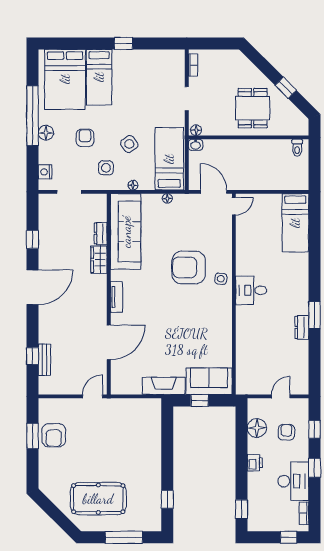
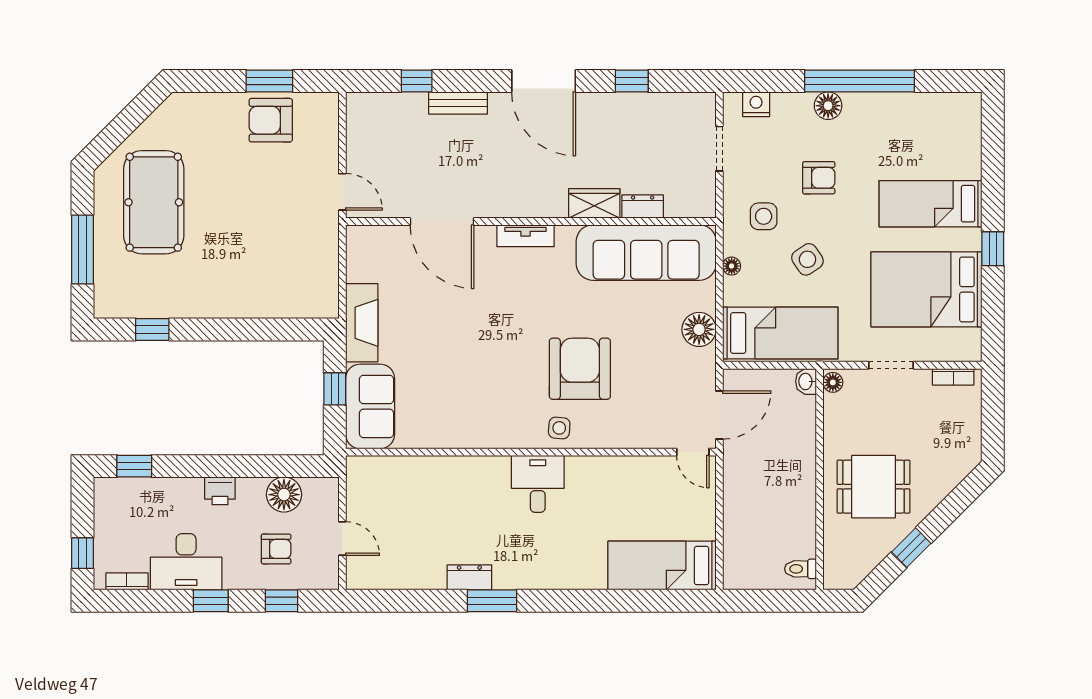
bed: (65, 79) -> (926, 289), moved
floor lamp: (167, 198) -> (699, 329), width x1.89, depth x1.89
bench: (44, 360) -> (458, 103), moved

